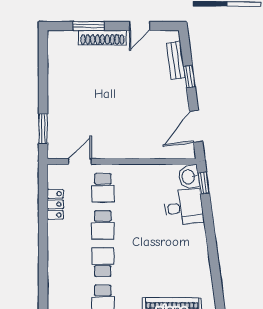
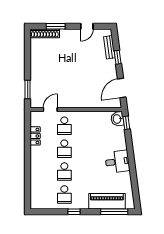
shoe rack: (102, 38) -> (45, 33), moved
desk: (184, 207) -> (117, 162), moved
school desk: (103, 262) -> (64, 172), turned 180

